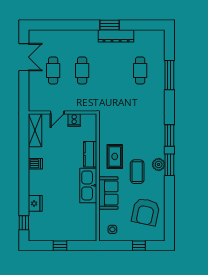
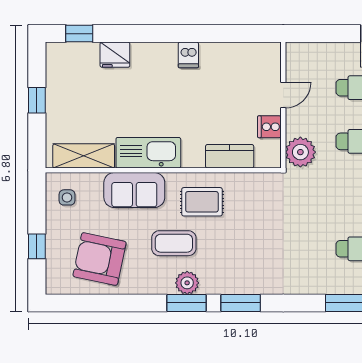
plant: (88, 103) -> (300, 152), added
door: (57, 113) -> (283, 95), swing flipped
shelving: (35, 130) -> (84, 156), moved
kitchen counter: (90, 154) -> (230, 156), moved

